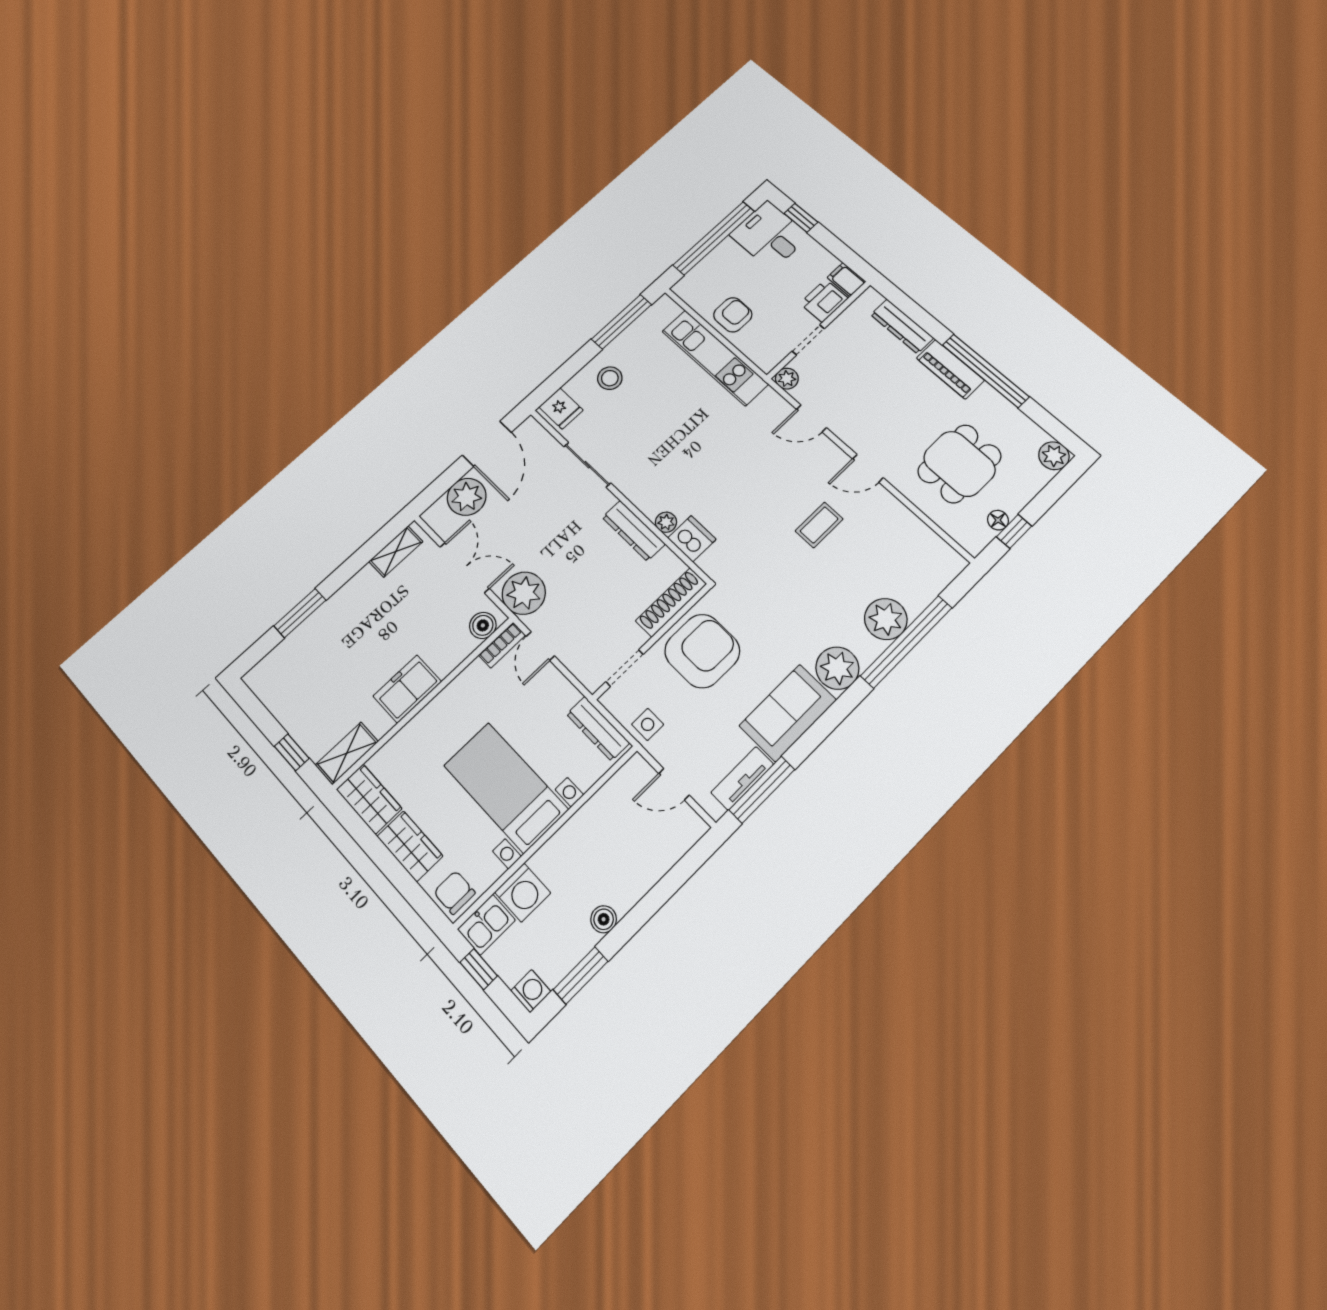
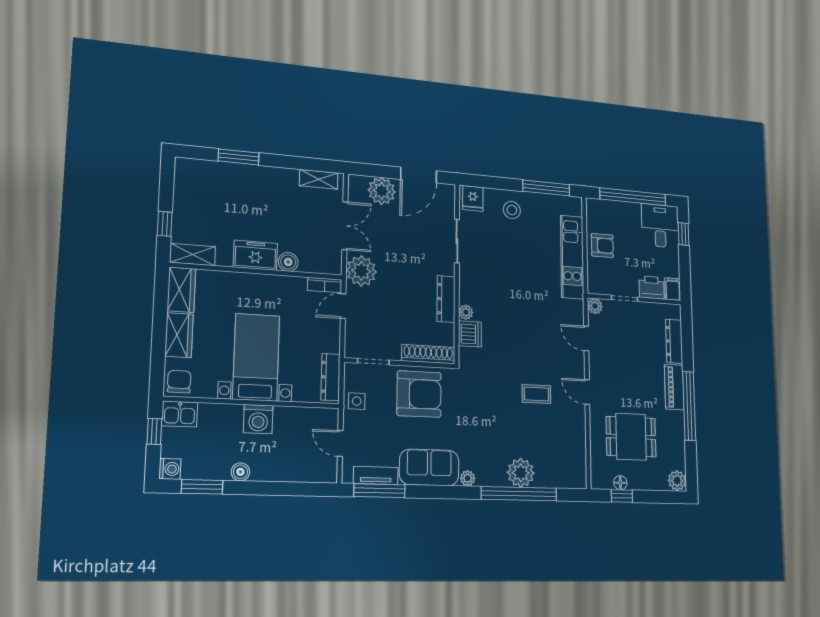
boiler: (483, 625) -> (288, 262), moved
plant: (837, 668) -> (468, 478), width x0.53, depth x0.53
washing machine: (523, 893) -> (258, 419), moved

